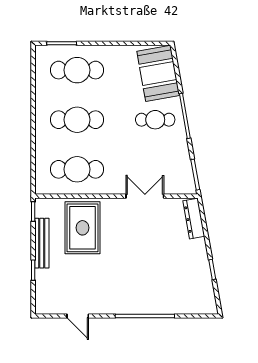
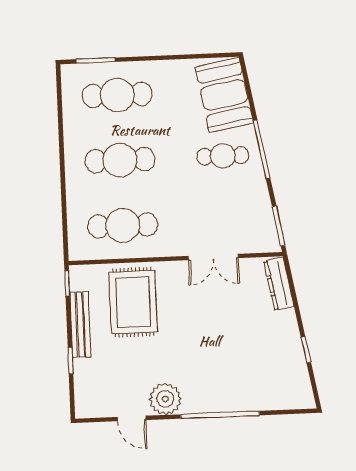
double door: (145, 196) -> (213, 257), swing flipped
plant: (104, 302) -> (165, 399), added

